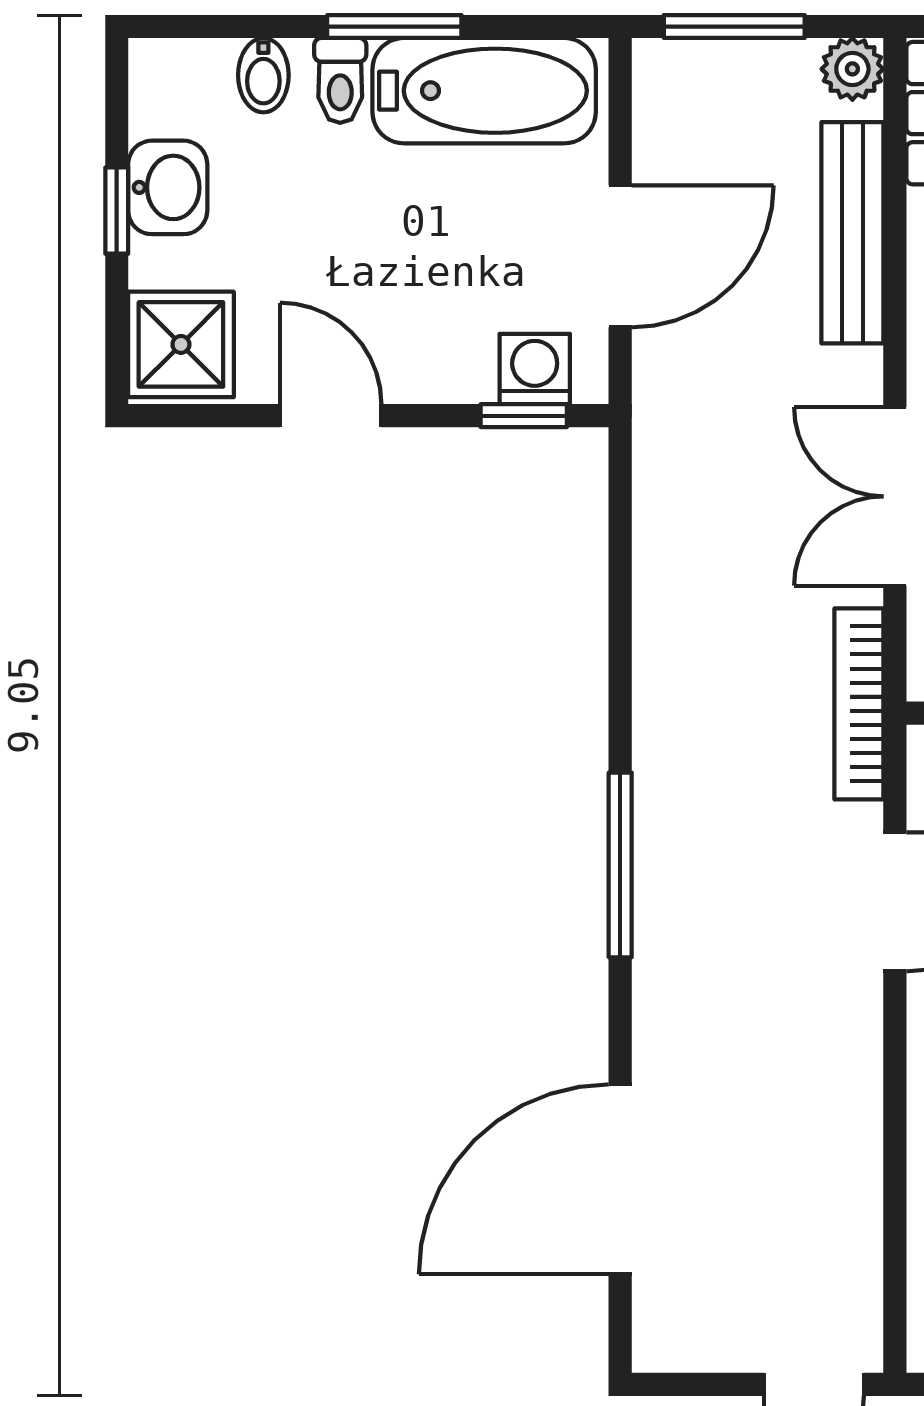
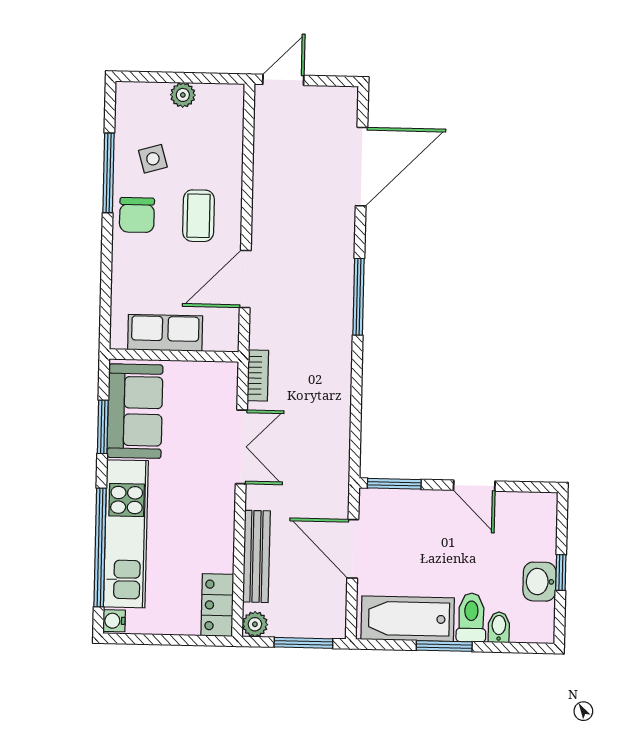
toilet: (340, 80) -> (471, 618), width x1.37, depth x1.39
door: (620, 256) -> (353, 549), hinge flipped
shower: (181, 344) -> (536, 516), removed
washing machine: (535, 369) -> (389, 503), removed
window: (524, 416) -> (394, 484), width x1.50
bookcase: (859, 704) -> (258, 376), width x0.64

